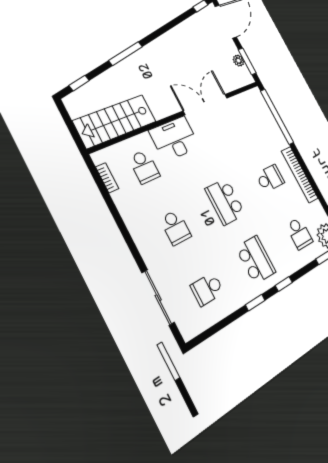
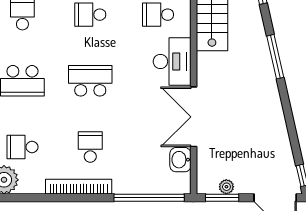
washbasin: (240, 103) -> (180, 160), added
double door: (206, 104) -> (194, 117), swing flipped
school desk: (270, 178) -> (90, 147), turned 180

